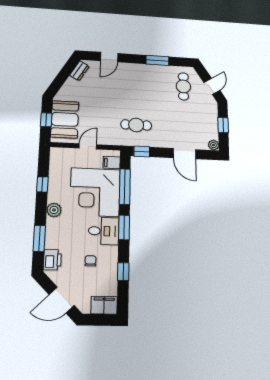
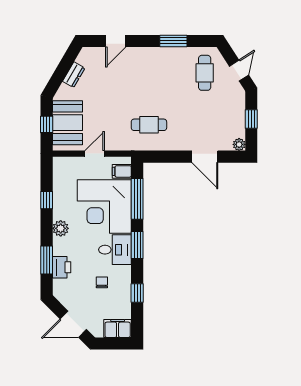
dresser: (79, 71) -> (74, 75), moved
window: (142, 152) -> (156, 157), removed
printer: (52, 260) -> (62, 267), moved

